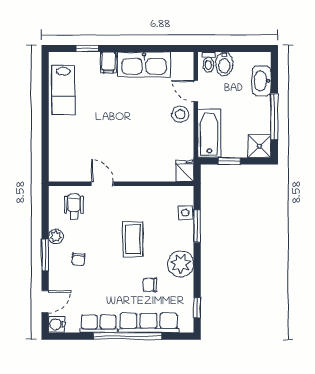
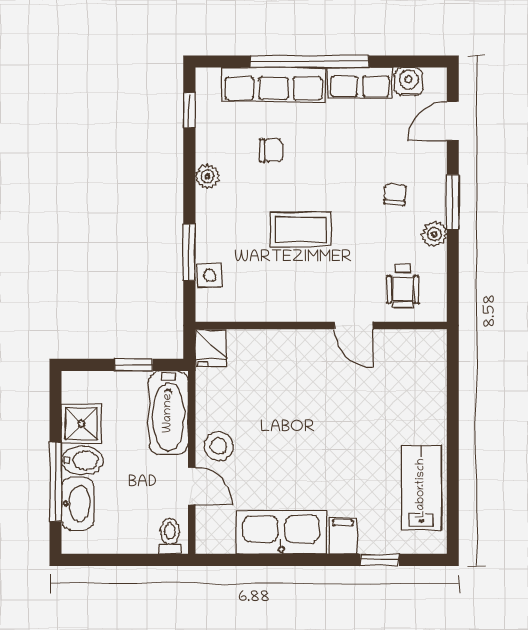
bidet: (224, 64) -> (82, 460), moved, turned 90
window: (274, 116) -> (55, 482), moved
shower: (259, 146) -> (81, 424), moved
coffee table: (133, 239) -> (301, 229), turned 90
plant: (181, 264) -> (207, 176), width x0.53, depth x0.53
water cooler: (57, 324) -> (409, 82), moved, turned -90

